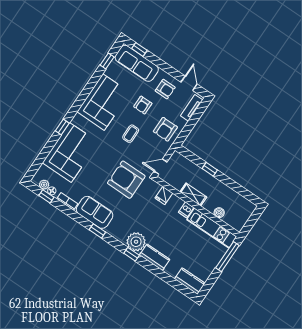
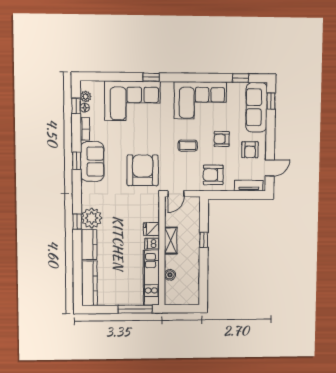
door: (161, 167) -> (176, 194), swing flipped
fridge: (164, 196) -> (151, 229), moved
window: (97, 231) -> (77, 161), moved
kitchen counter: (190, 281) -> (89, 283), width x1.50

